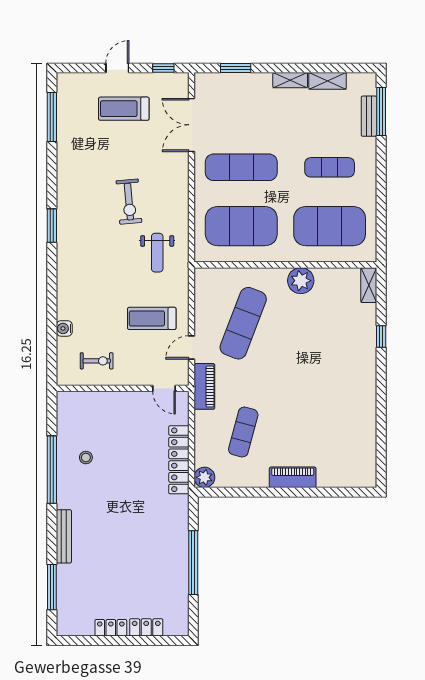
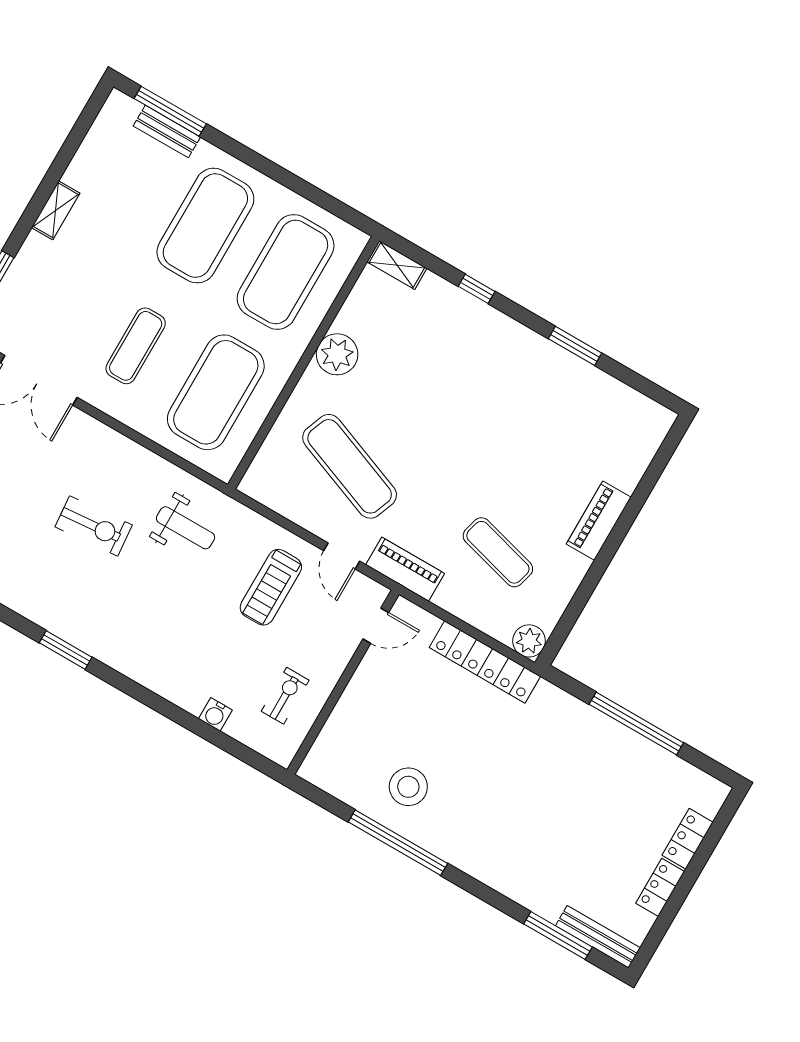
shelving: (328, 81) -> (86, 160), removed
exercise mat: (241, 167) -> (136, 346), width x0.73, depth x0.69
exercise mat: (330, 167) -> (205, 226), width x2.00, depth x1.45
window: (381, 409) -> (575, 346), added
stool: (86, 458) -> (408, 787), width x1.89, depth x1.89
bench: (64, 536) -> (598, 937), moved

